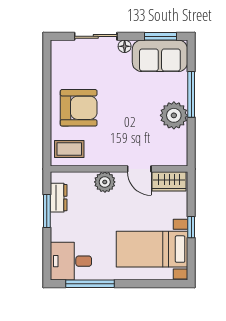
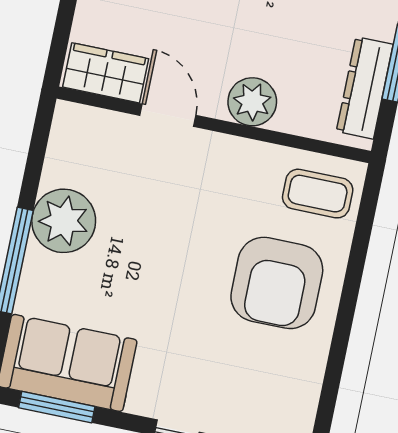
floor lamp: (125, 46) -> (143, 401), removed
armchair: (79, 108) -> (277, 283), turned -90
dresser: (59, 198) -> (365, 88), width x1.44

